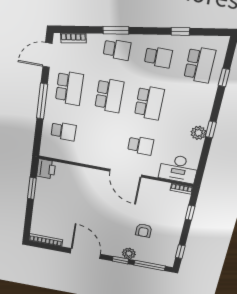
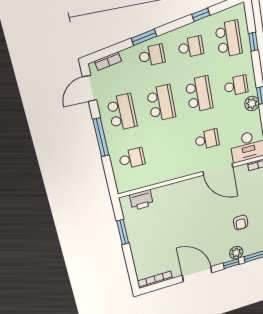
school desk: (189, 110) -> (236, 86), added
printer: (46, 169) -> (141, 200), moved, turned 90
door: (126, 173) -> (218, 169), moved

